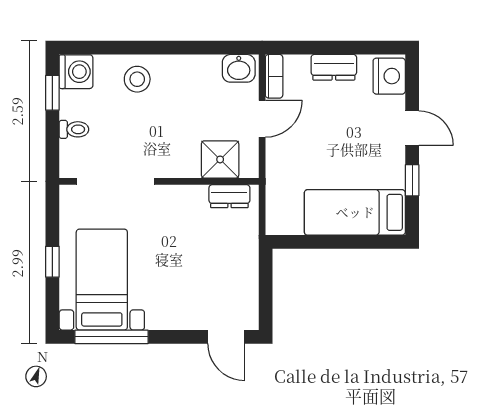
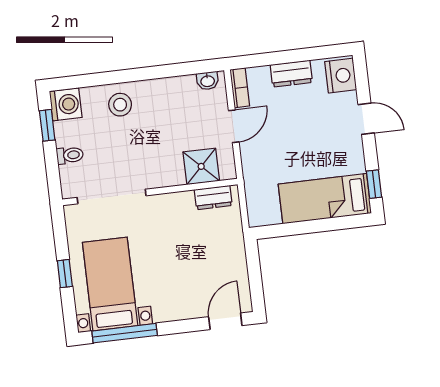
washbasin: (239, 68) -> (208, 81), width x0.72, depth x0.69
window: (412, 180) -> (374, 184), moved
door: (226, 337) -> (225, 321), swing flipped

